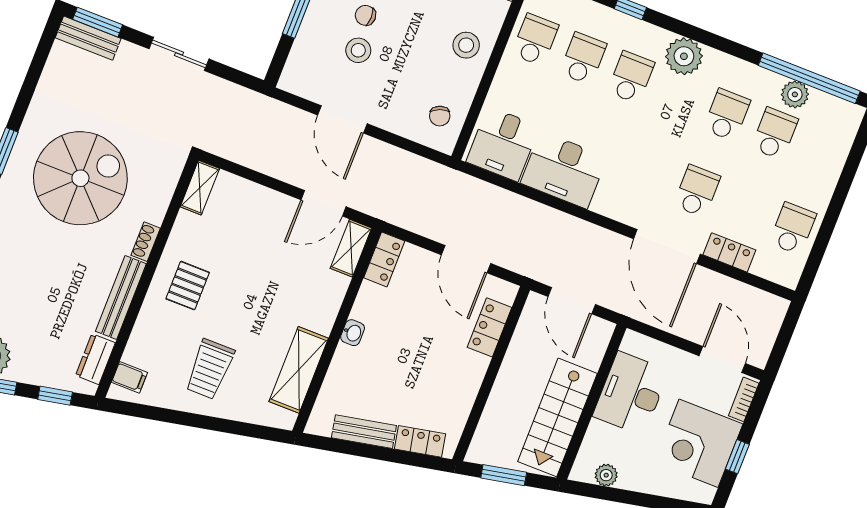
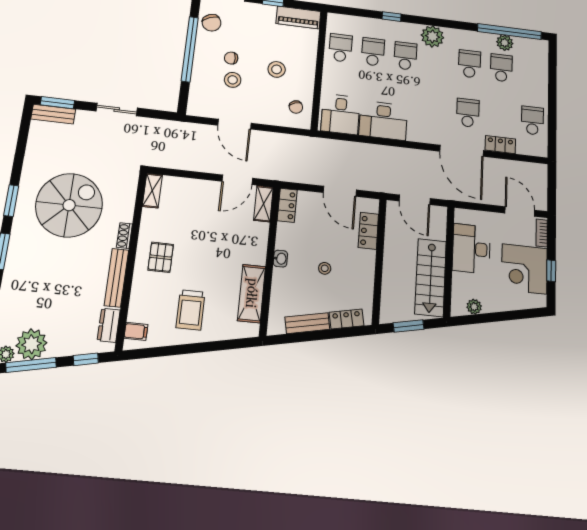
stool: (466, 45) -> (277, 69), moved
stool: (411, 363) -> (325, 268), added

